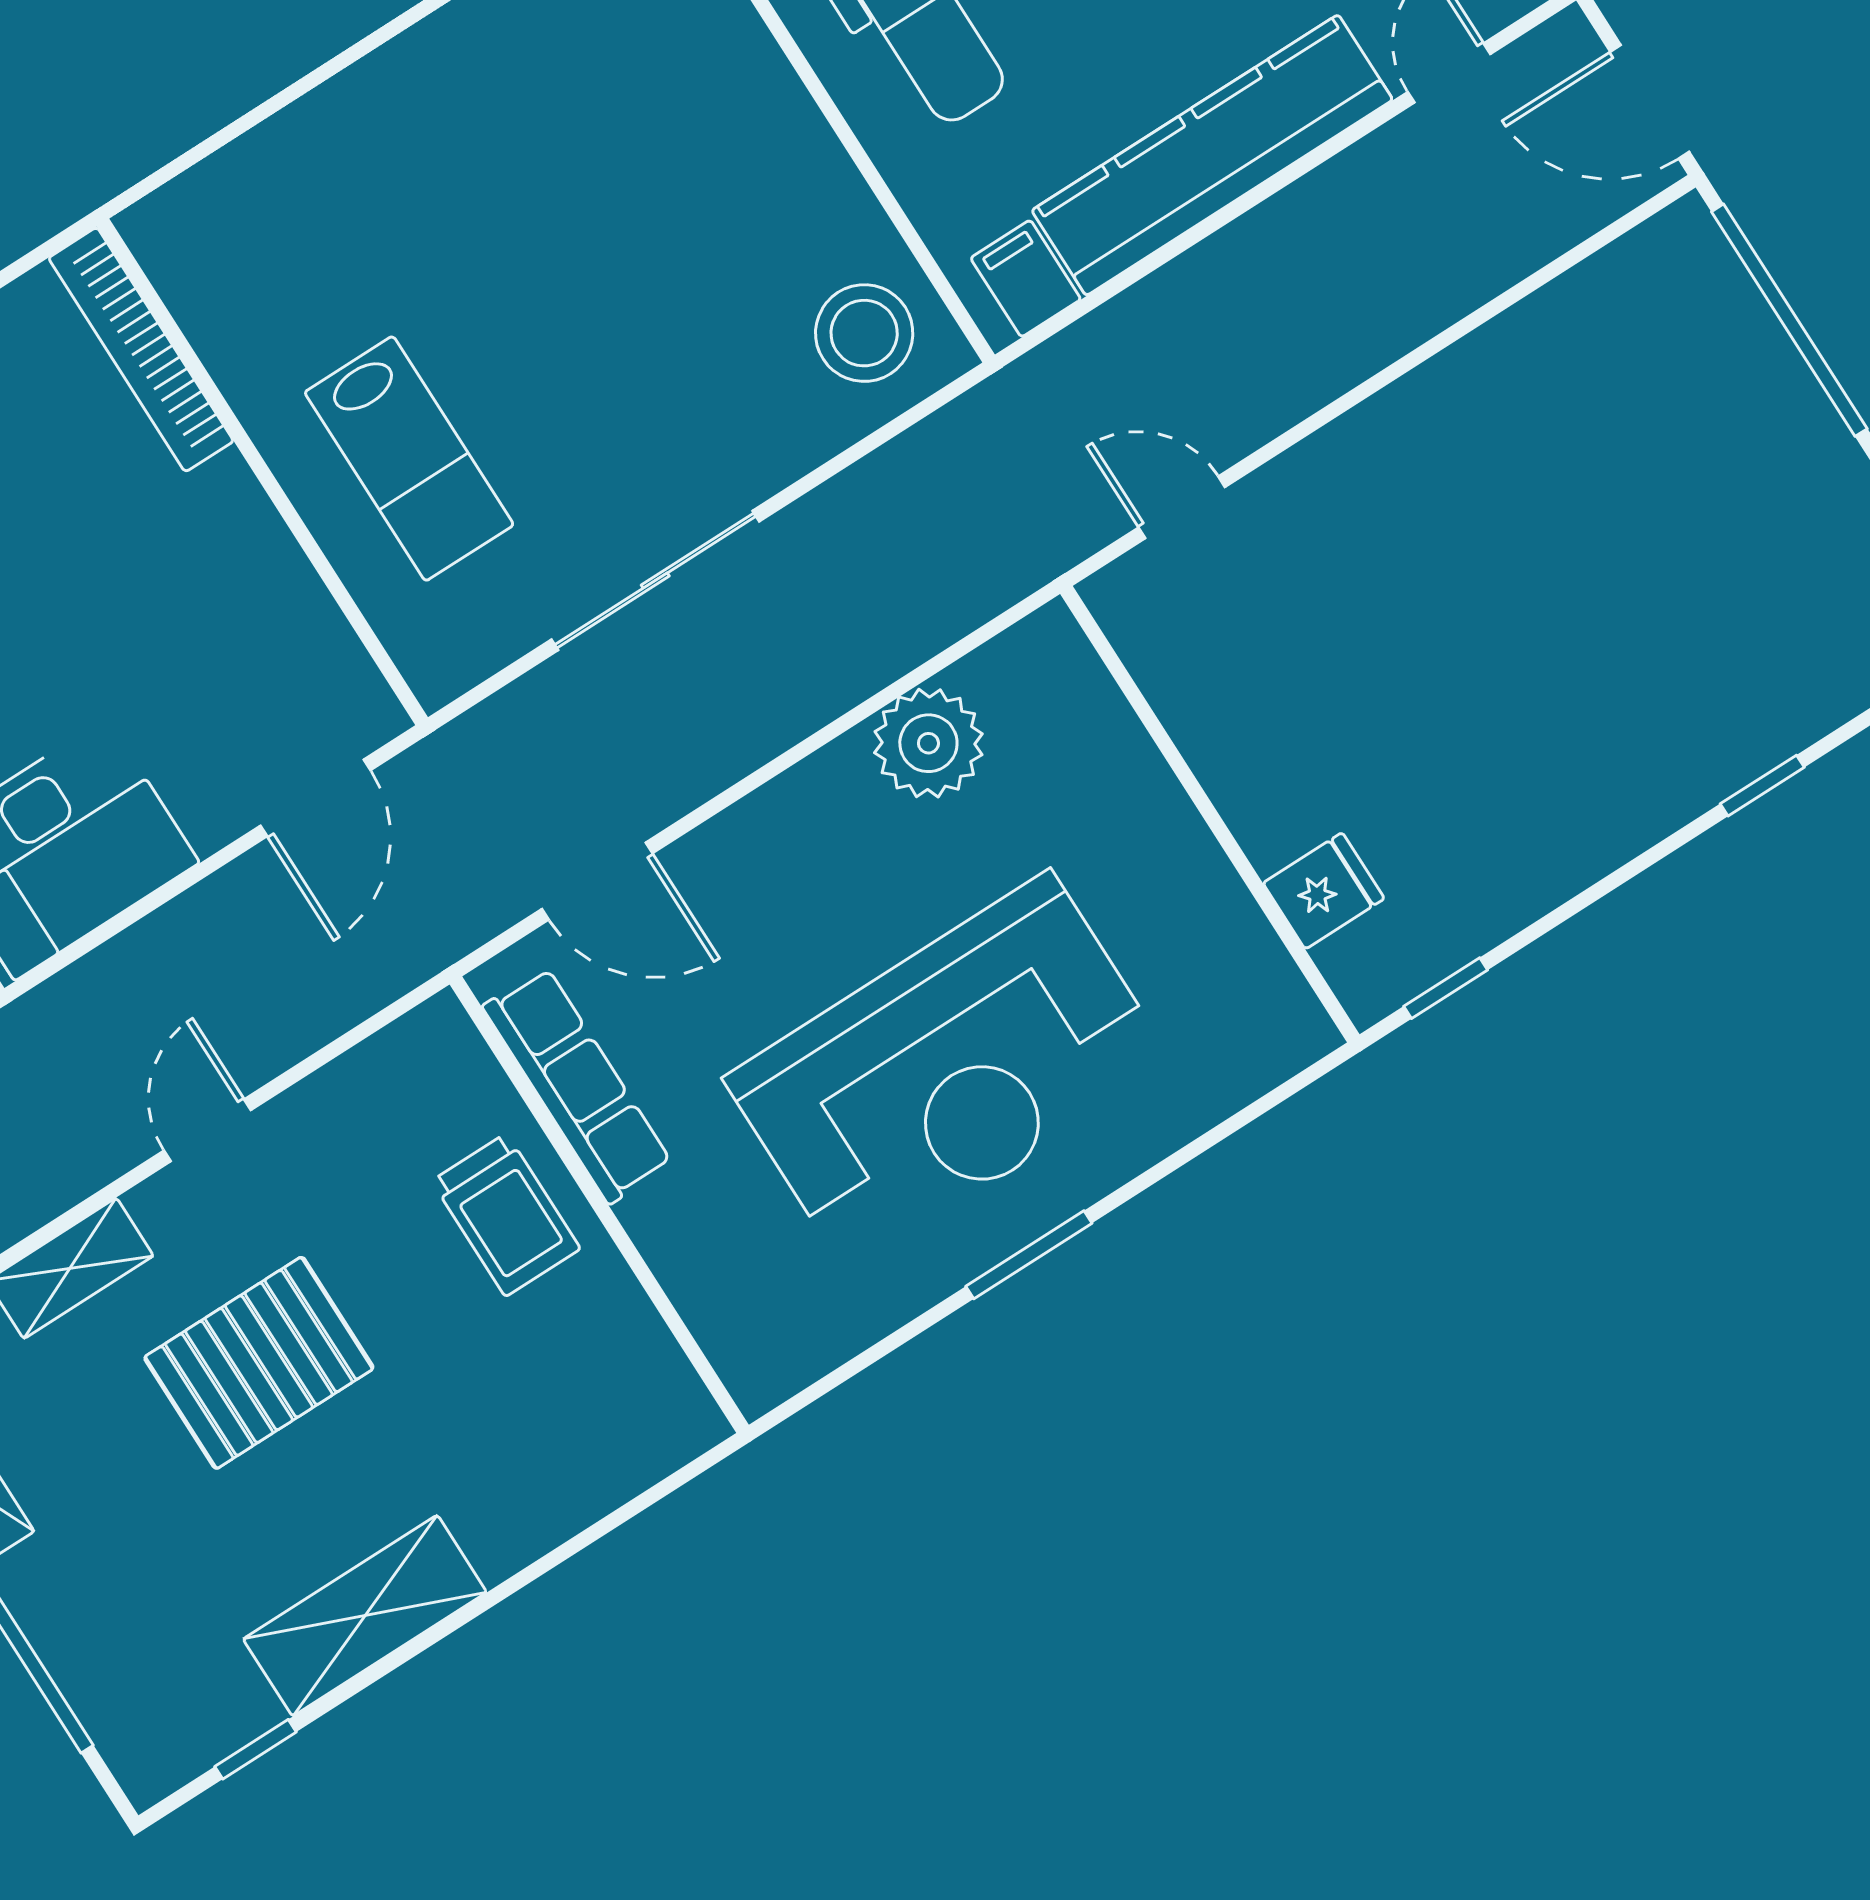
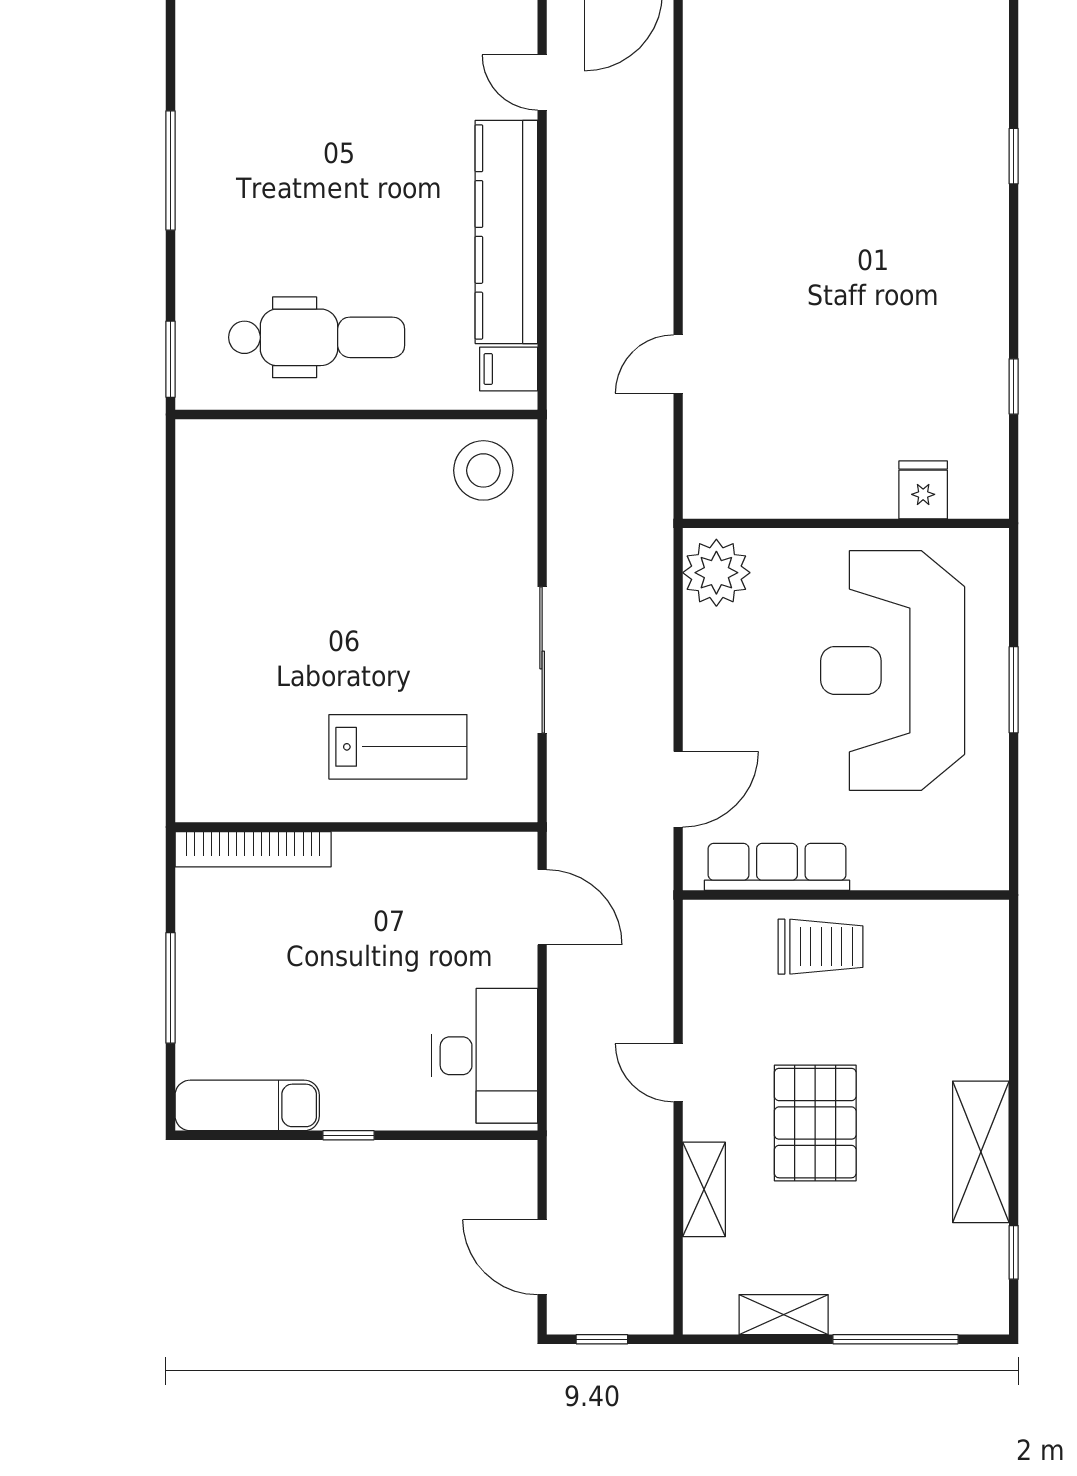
wall: (1210, 814) -> (846, 523), moved
fridge: (1324, 891) -> (923, 490), moved
reception desk: (949, 1071) -> (893, 670), turned 180

